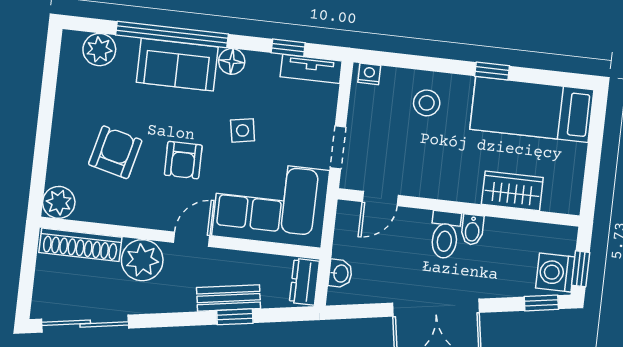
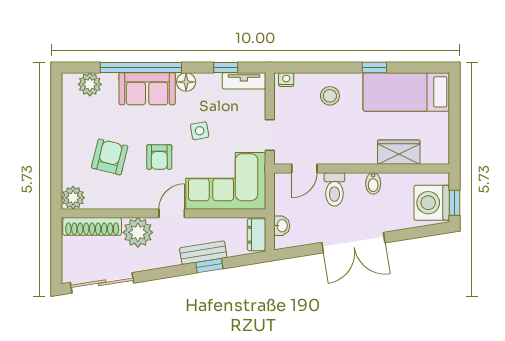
toilet: (445, 235) -> (334, 189), moved
washing machine: (555, 273) -> (432, 203), width x1.37, depth x1.37
window: (541, 303) -> (429, 230), removed

